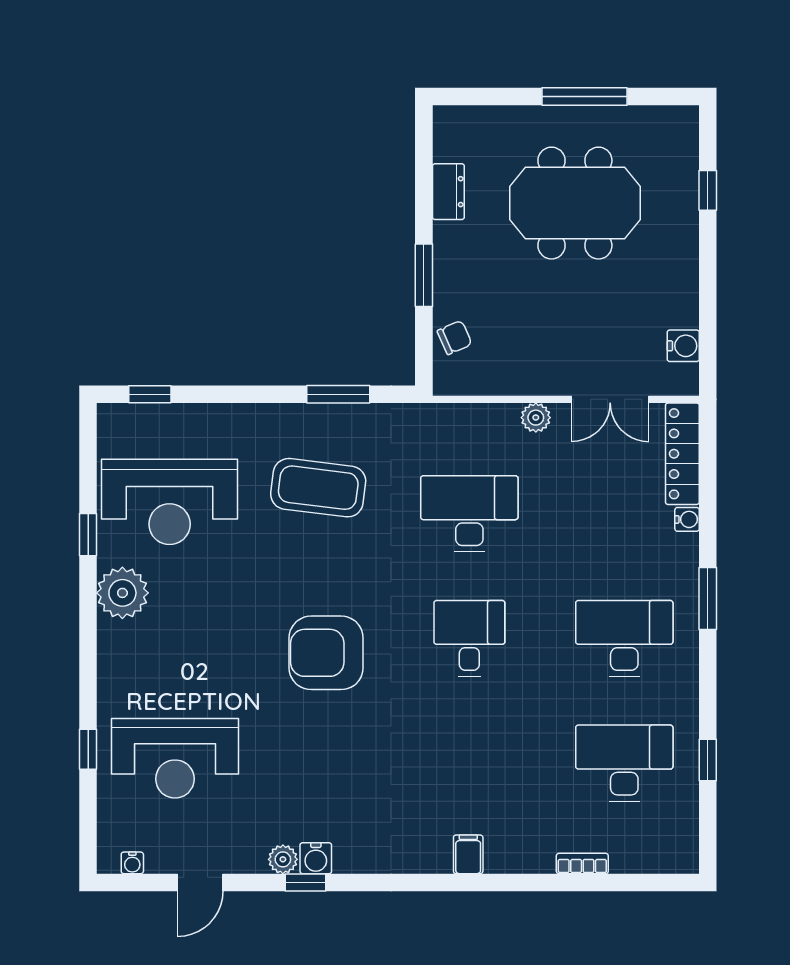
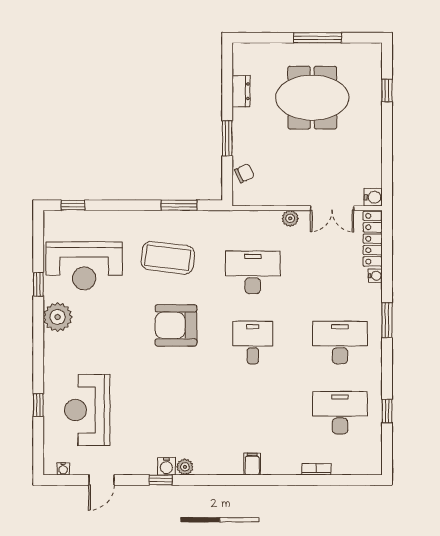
water cooler: (683, 346) -> (373, 197), moved
armchair: (326, 653) -> (176, 325), moved
reception desk: (175, 758) -> (87, 410), turned 90
plant: (283, 859) -> (185, 467), moved

